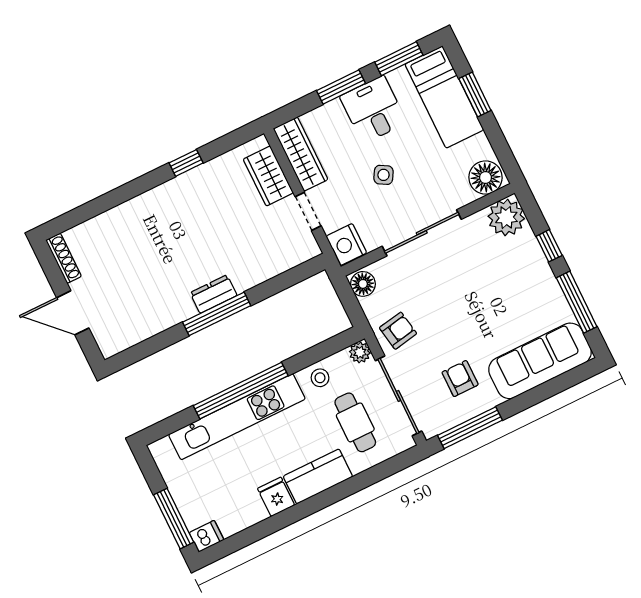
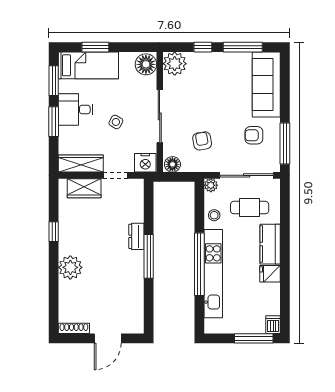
plant: (147, 211) -> (70, 267), added
dresser: (214, 294) -> (136, 236), moved
armchair: (398, 331) -> (202, 141), moved

